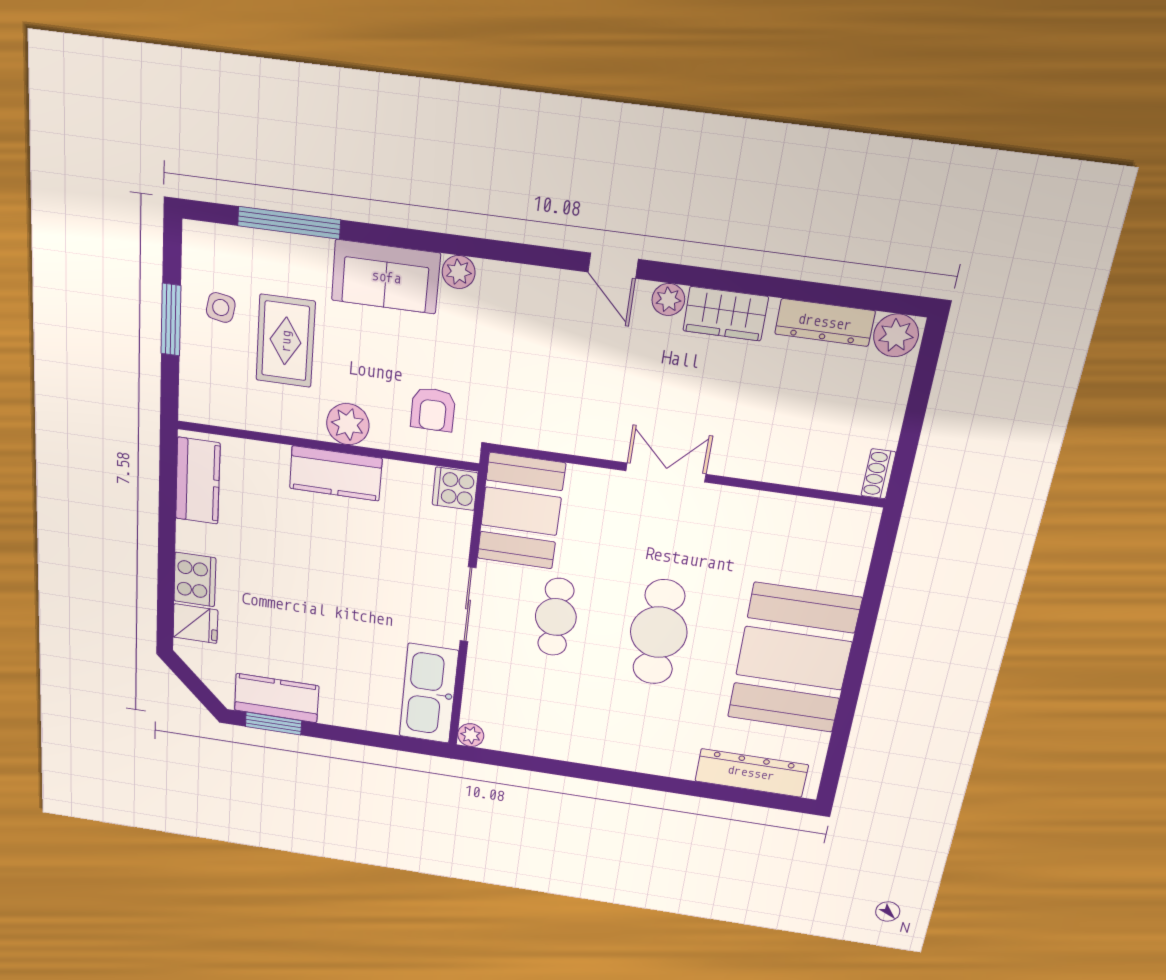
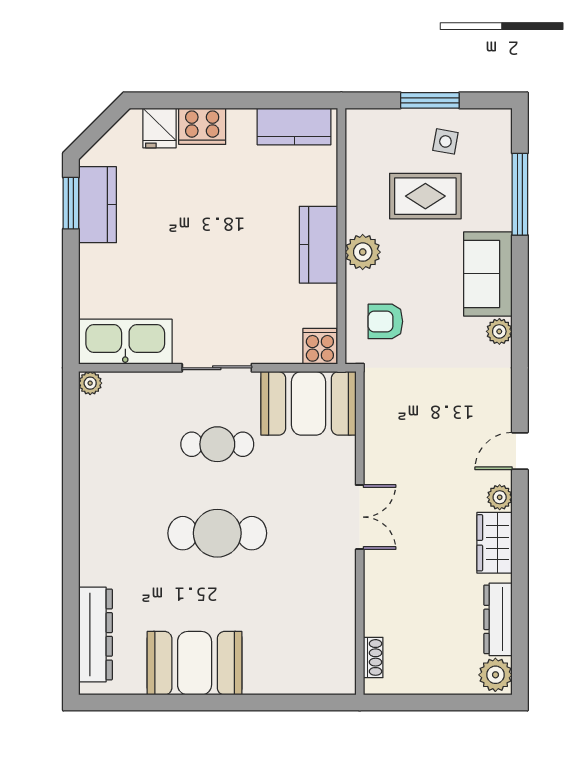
shoe rack: (878, 474) -> (373, 657), moved, turned 90
booth: (794, 658) -> (195, 663), width x0.73, depth x0.70

